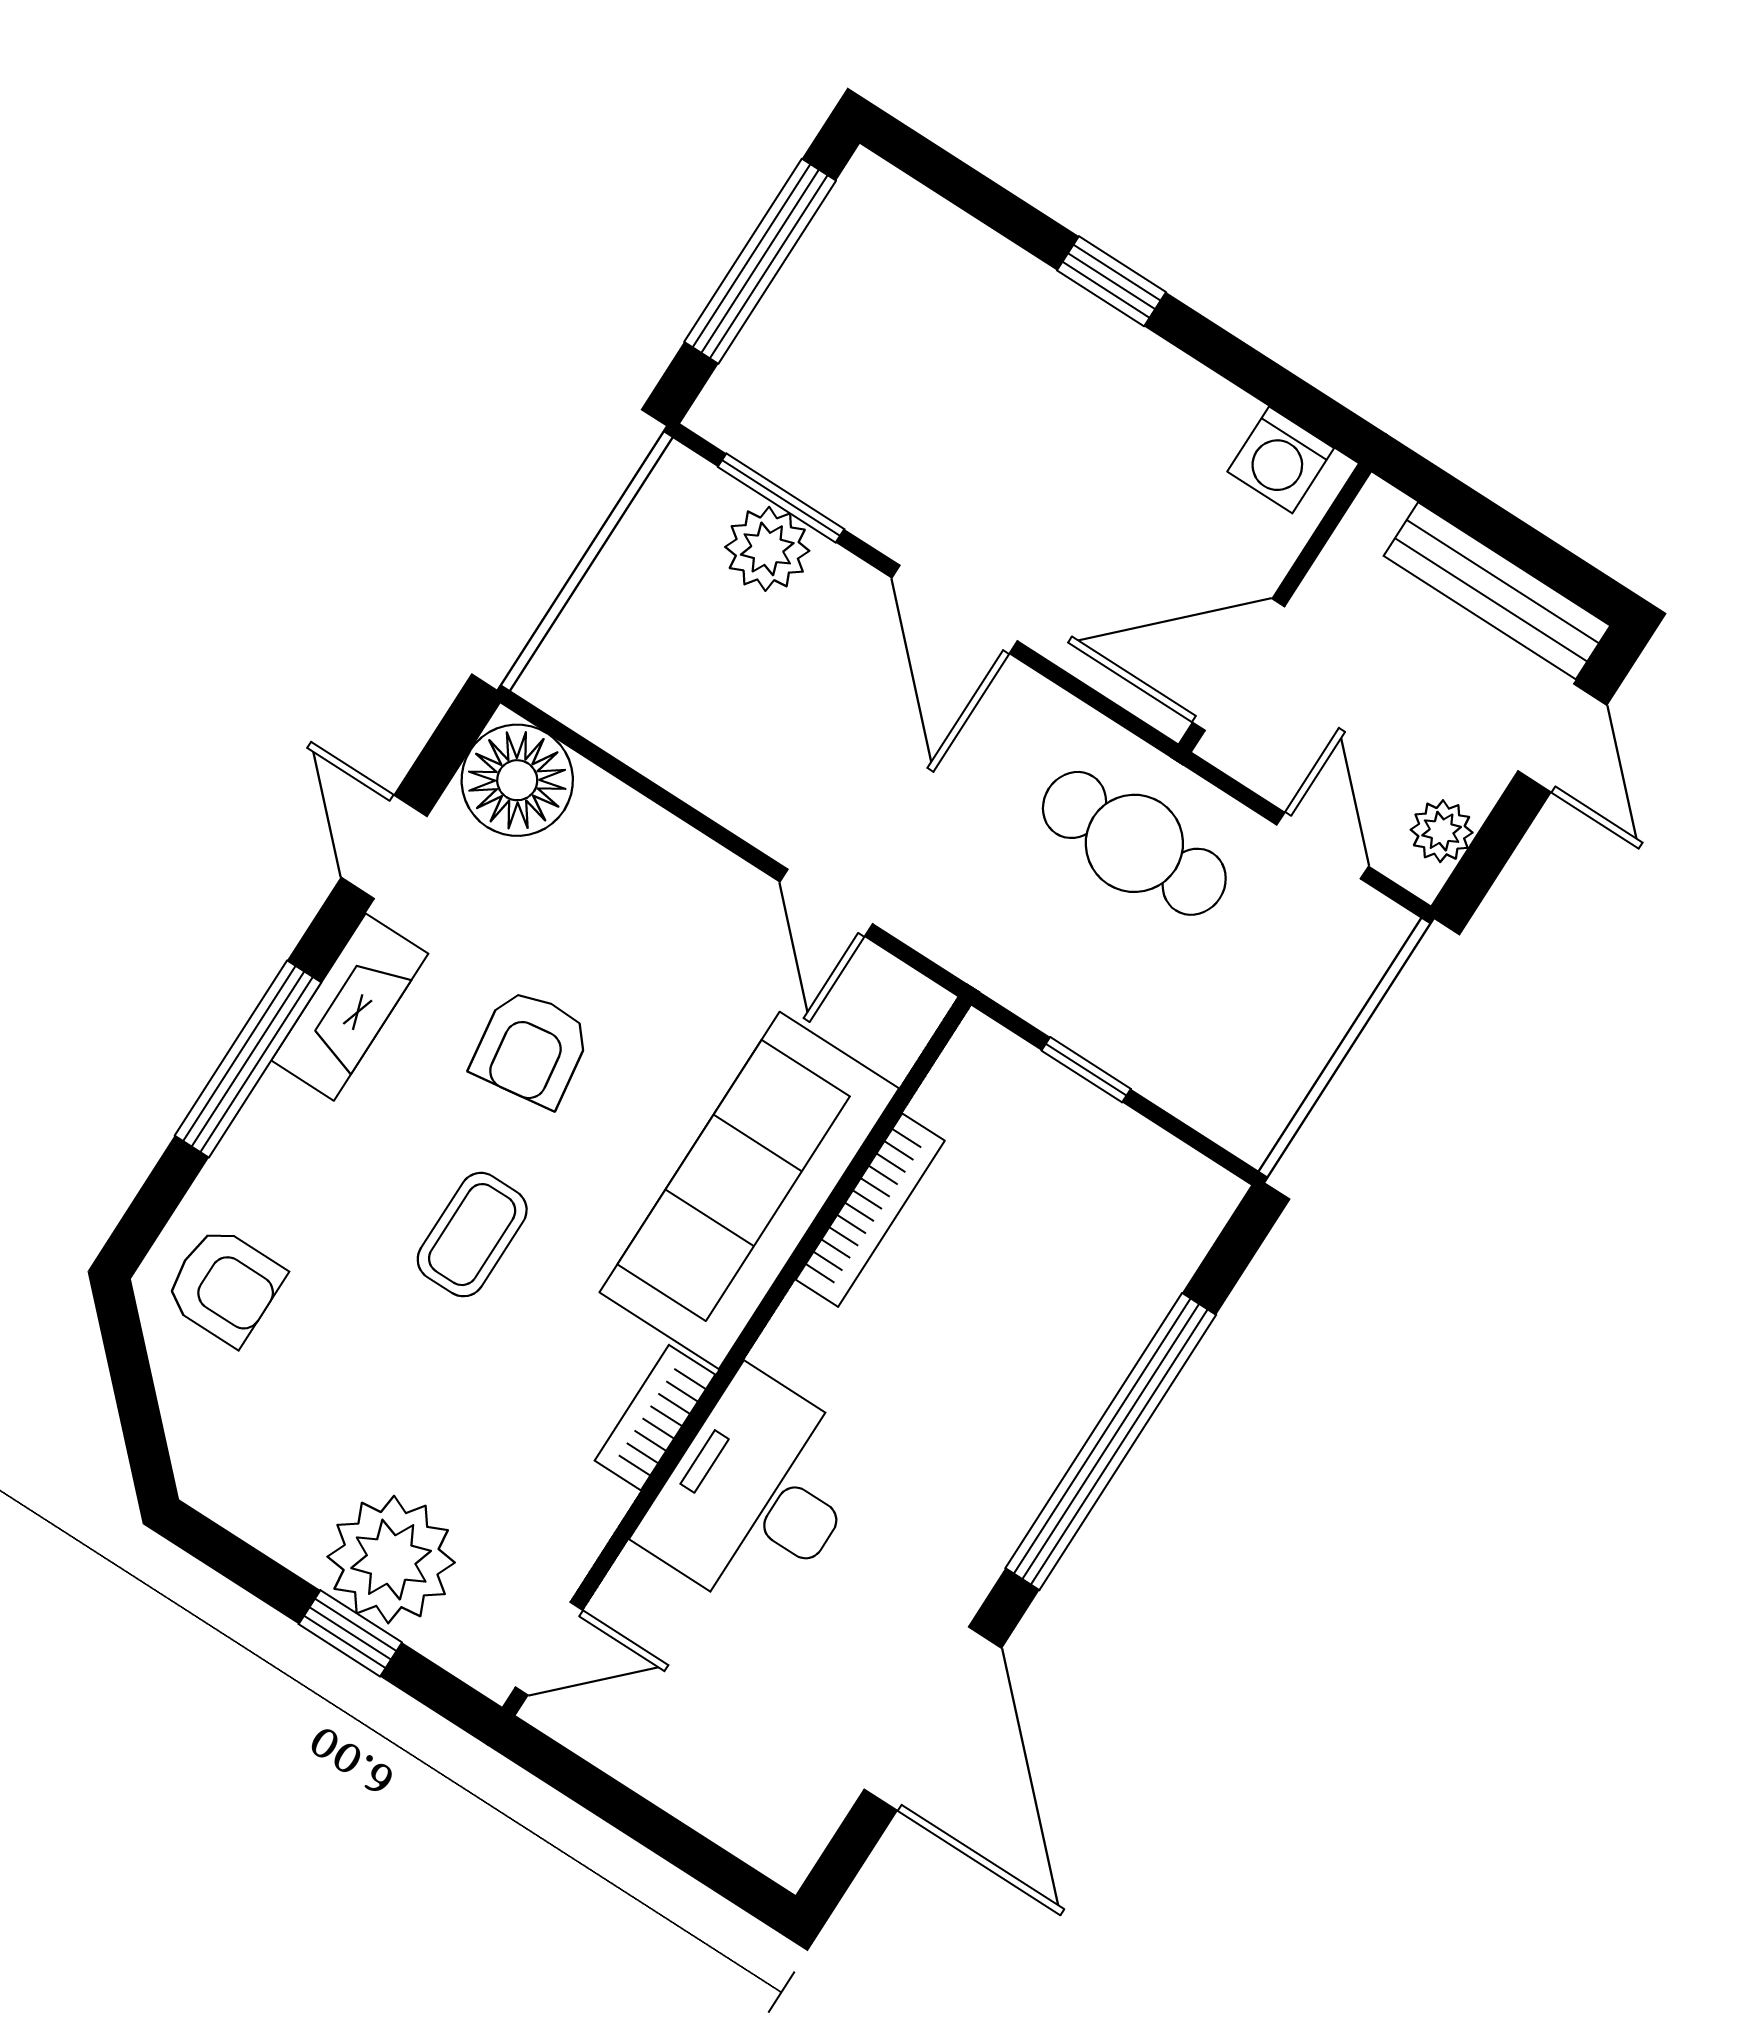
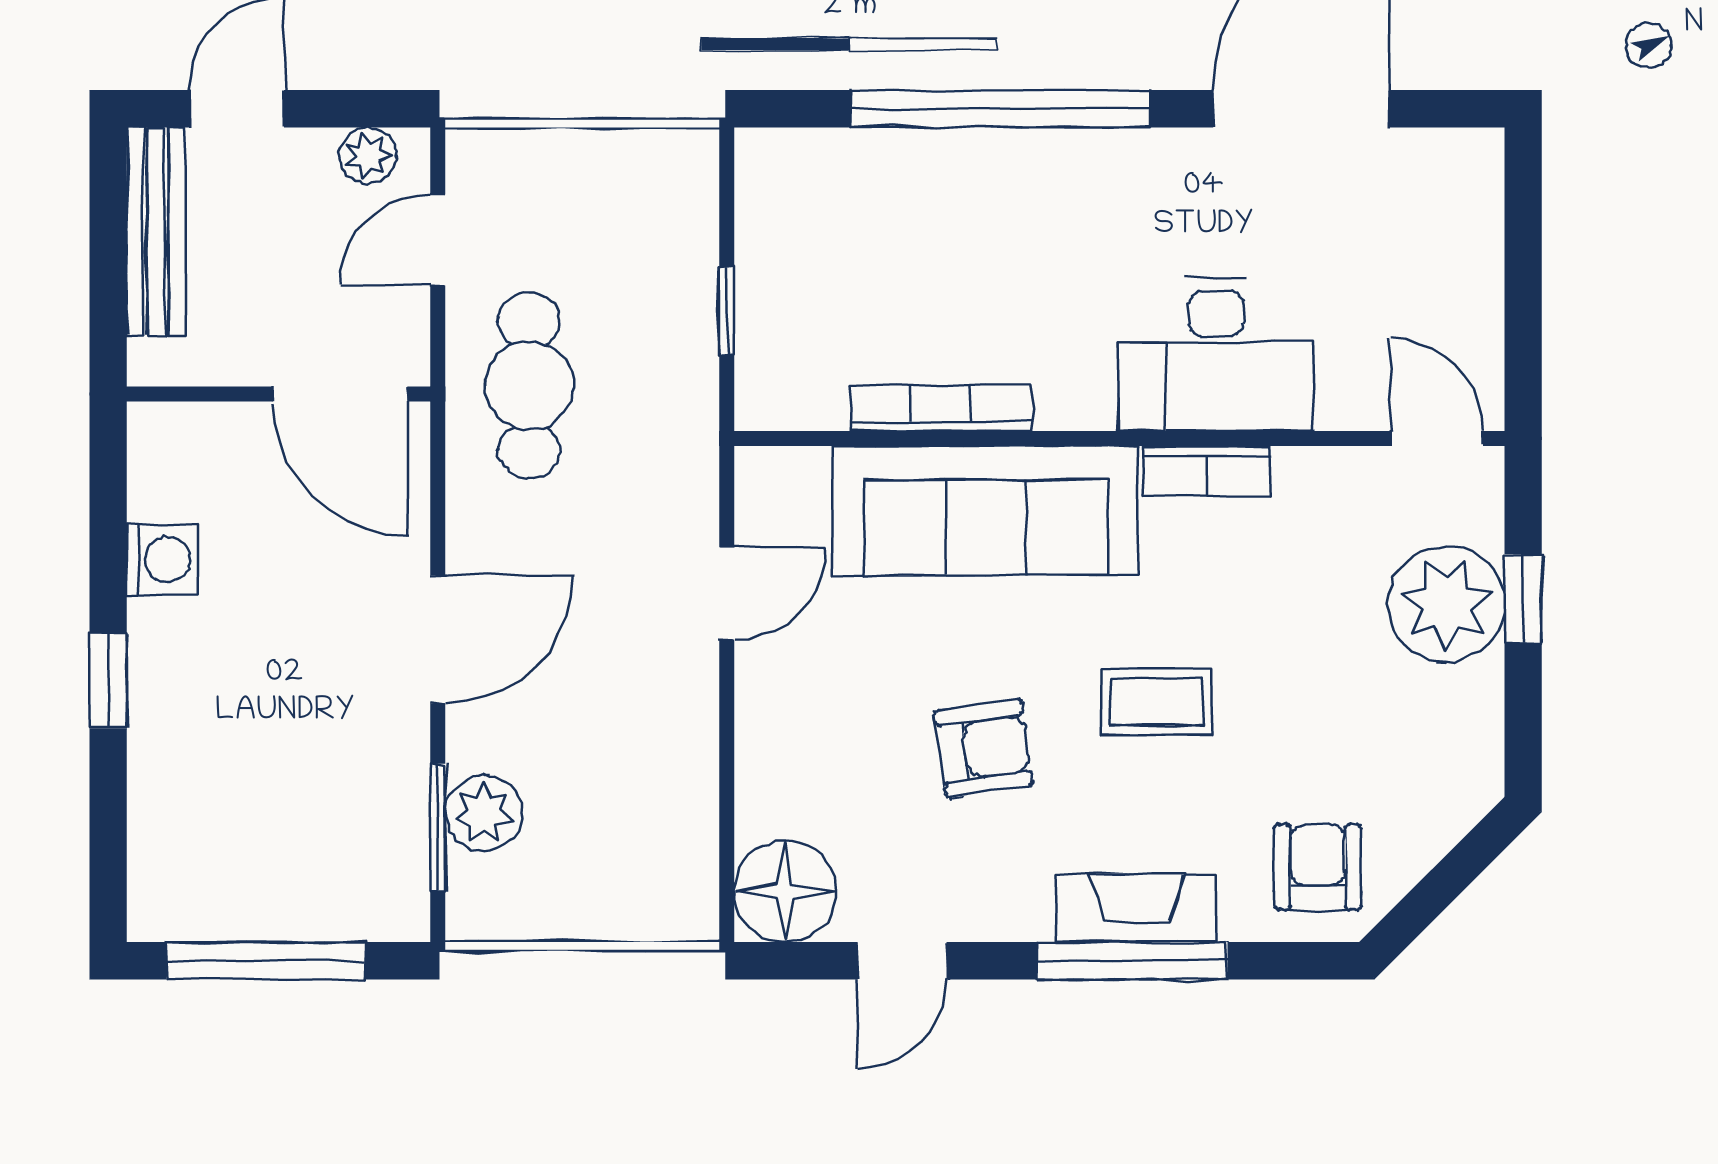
washing machine: (1281, 460) -> (162, 559), moved
fireplace: (350, 1007) -> (1136, 908), moved

